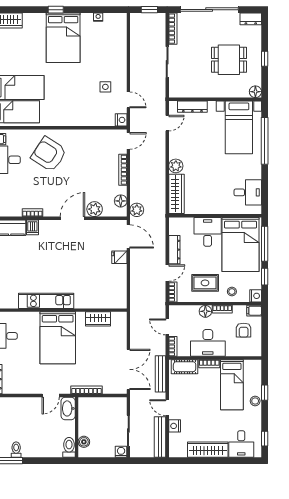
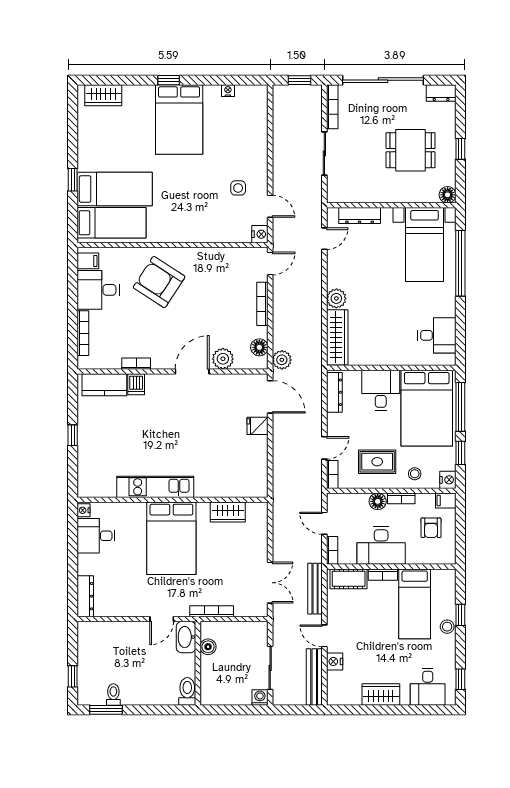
dresser: (174, 250) -> (334, 392), moved
double door: (128, 369) -> (270, 583), width x0.73
boiler: (84, 442) -> (208, 647), moved
wardrobe: (208, 450) -> (381, 694), width x0.67

